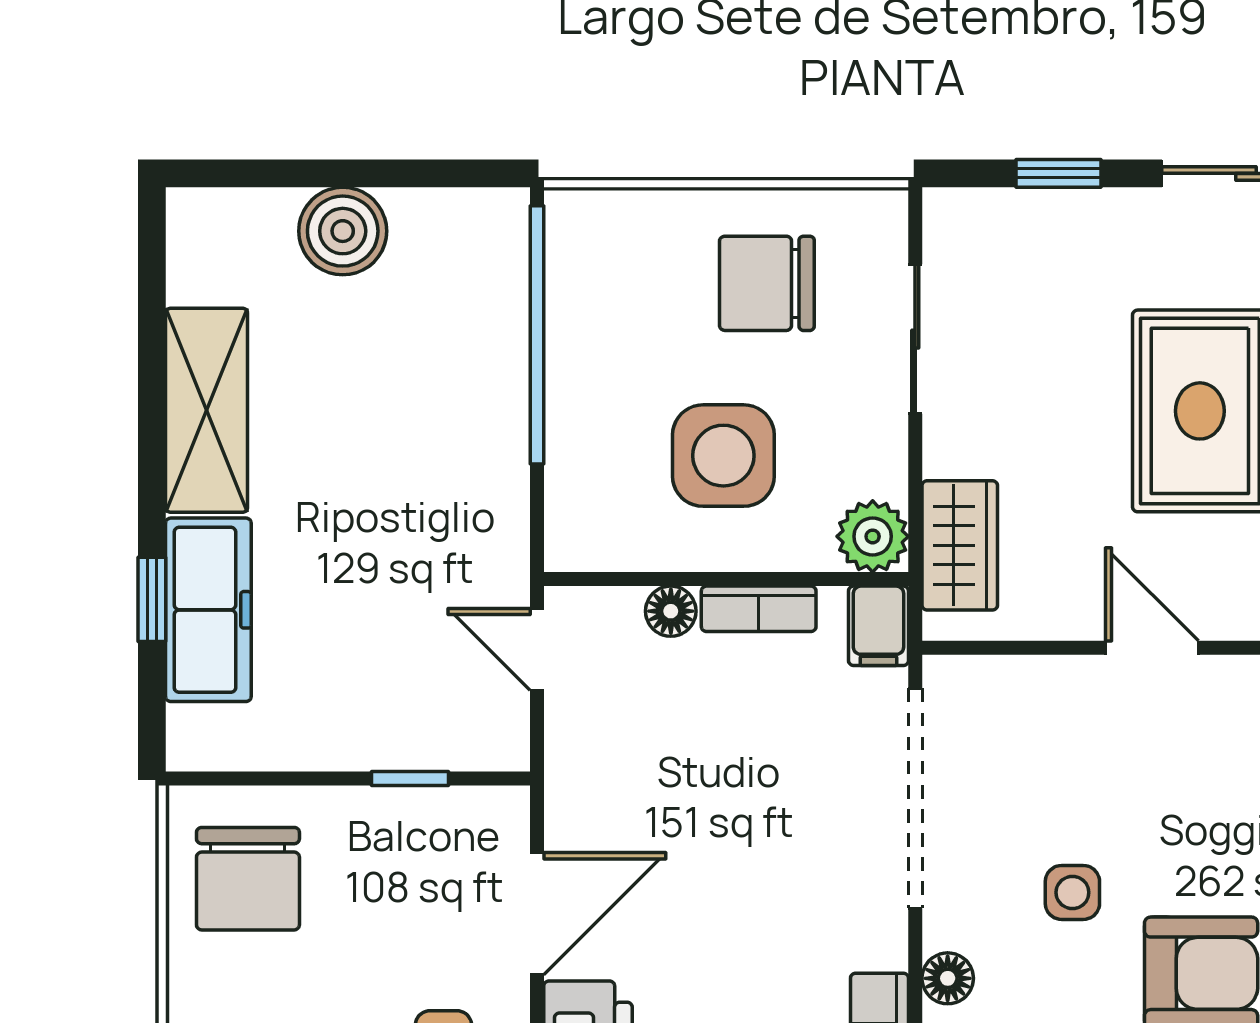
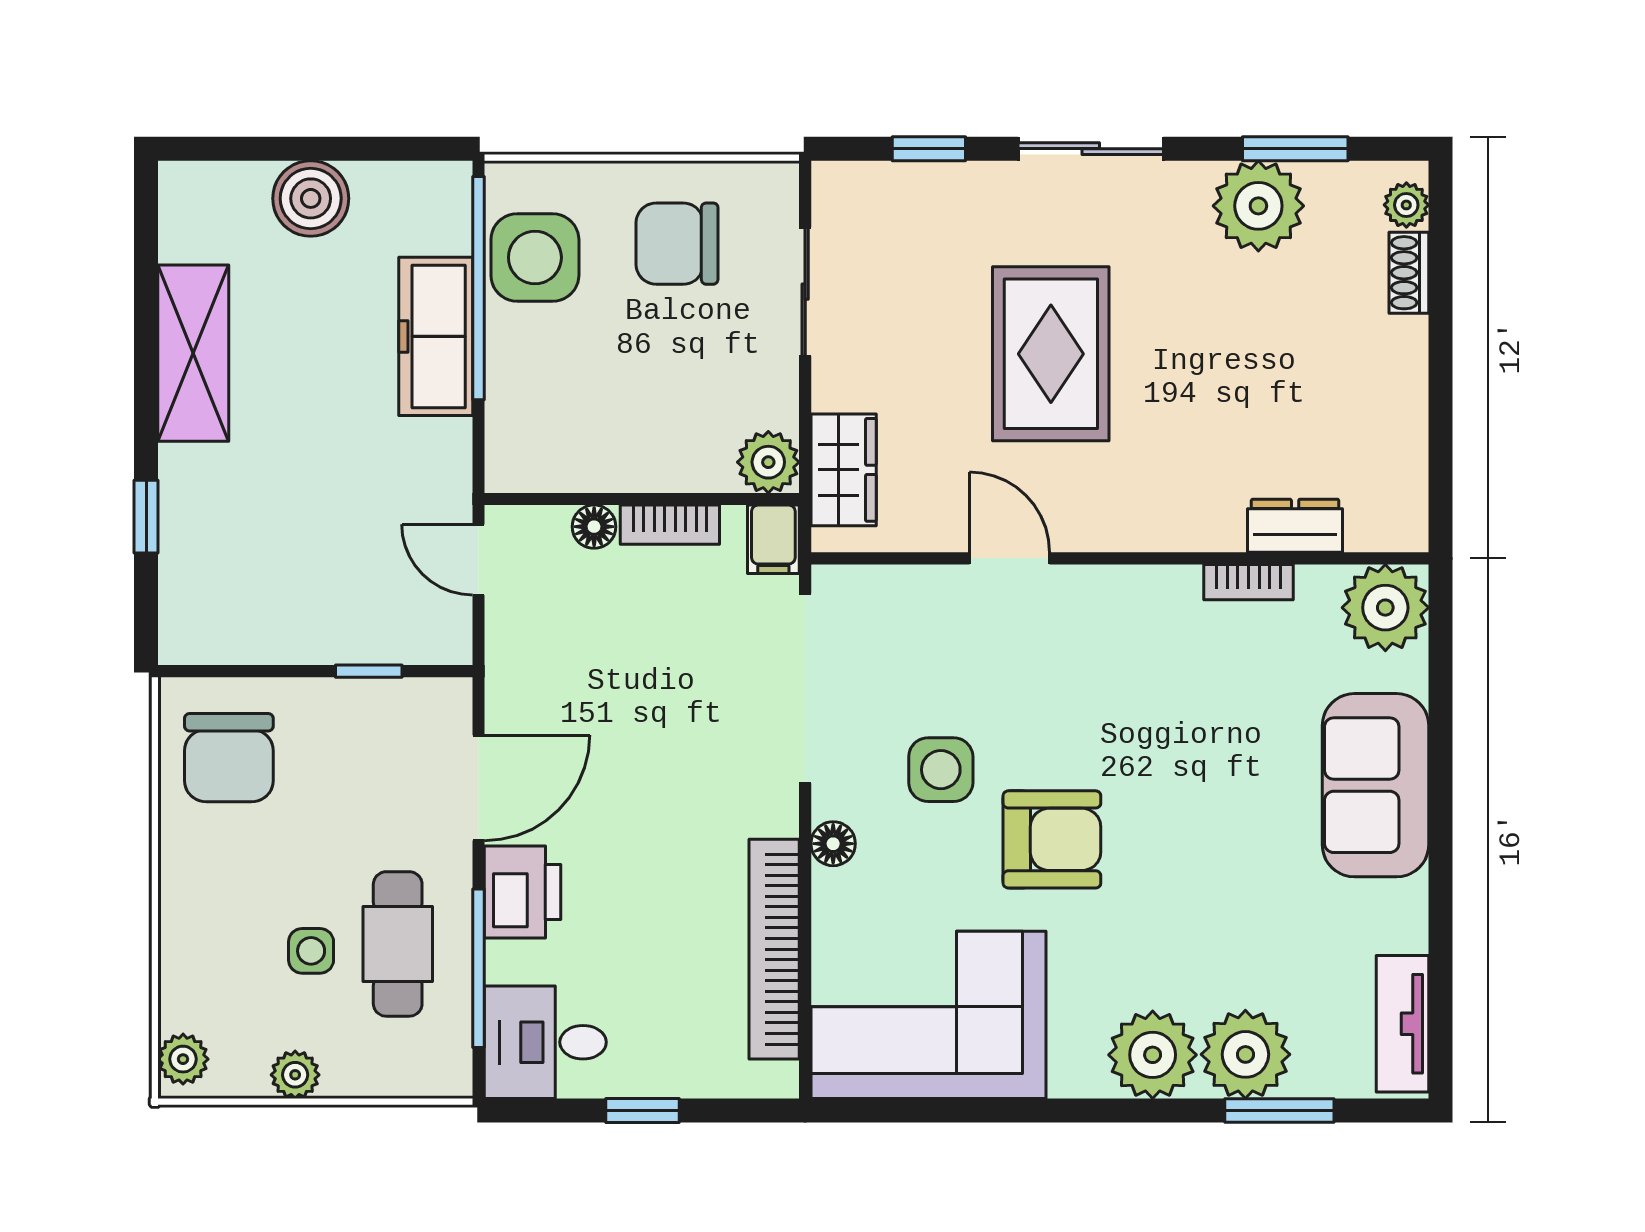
side table: (723, 456) -> (535, 258), moved
freezer: (208, 610) -> (436, 336), moved, turned 180
side table: (1072, 892) -> (941, 770), width x1.37, depth x1.37

